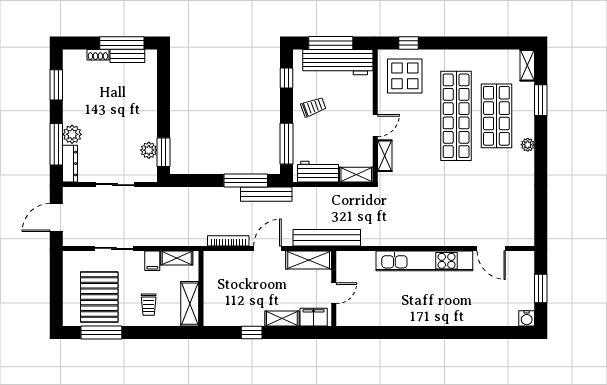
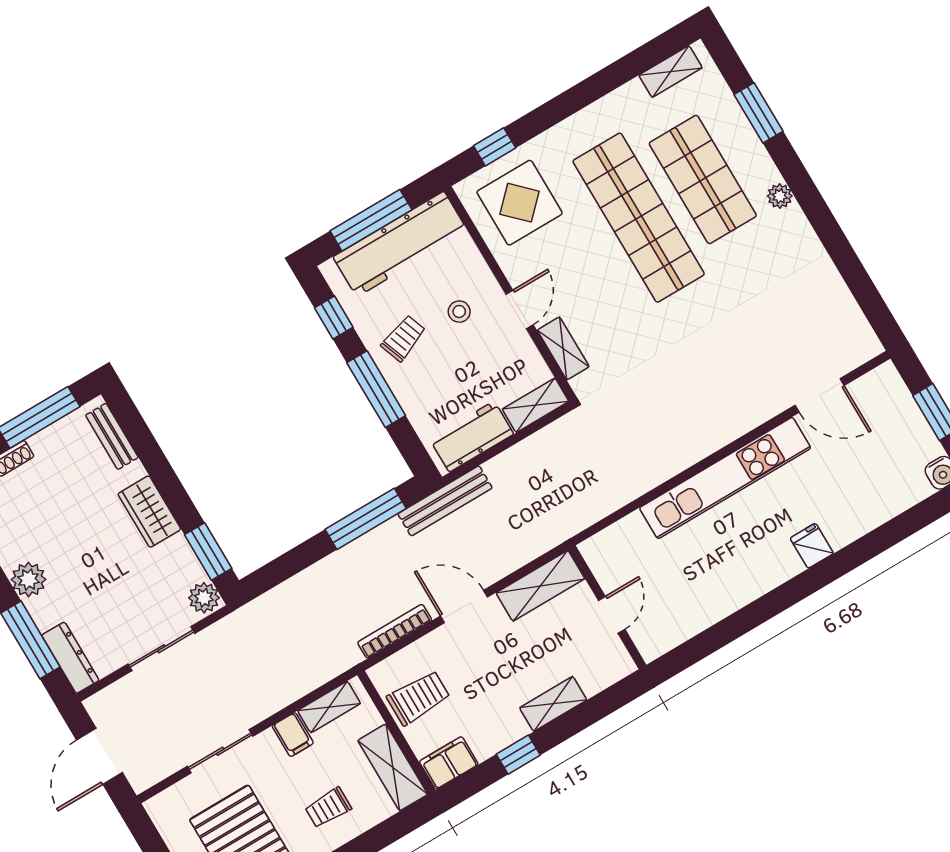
bench: (127, 56) -> (112, 436), moved, turned 90
shelving: (527, 65) -> (671, 71), moved, turned 90
stool: (347, 110) -> (459, 312), added
wardrobe: (147, 117) -> (149, 512), added
plant: (72, 134) -> (29, 580), moved
window: (287, 144) -> (376, 389), moved
plant: (149, 150) -> (204, 598), moved
bench: (266, 194) -> (445, 501), moved
bench: (327, 238) -> (548, 533), removed
door: (267, 248) -> (464, 606), hinge flipped
trolley: (221, 278) -> (418, 698), added
trolley: (149, 305) -> (328, 808), turned 90
fridge: (446, 316) -> (812, 546), added
filing cabinet: (314, 317) -> (449, 763), moved

